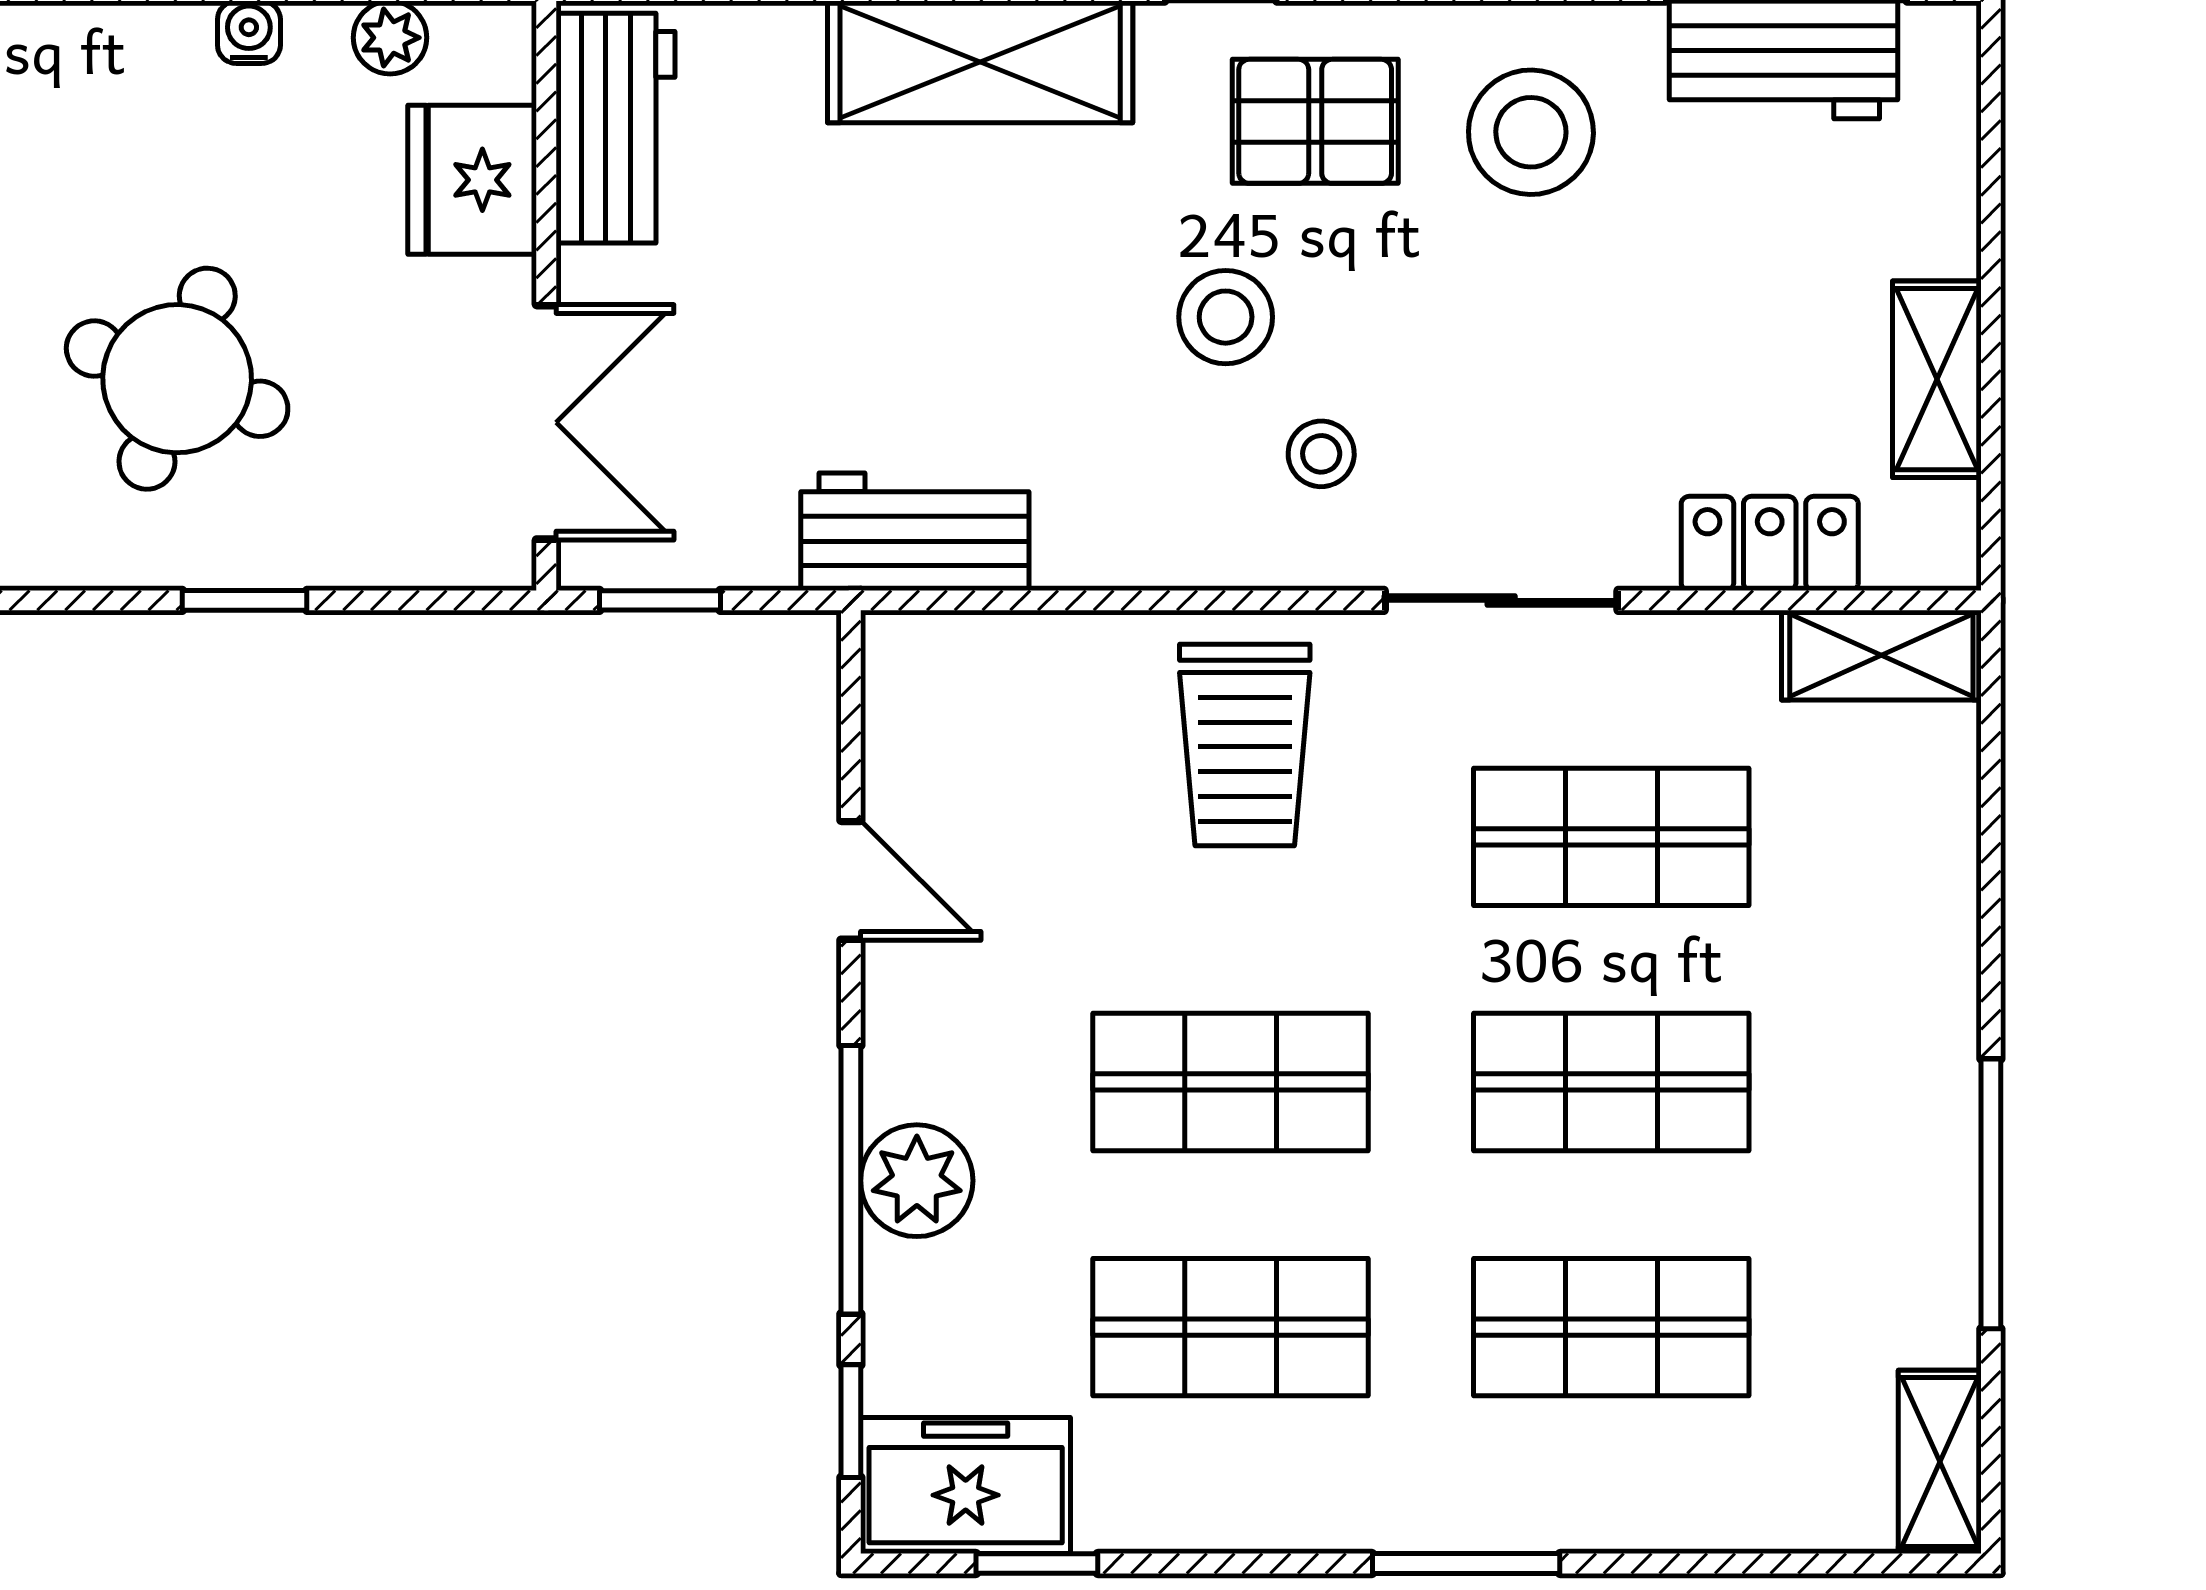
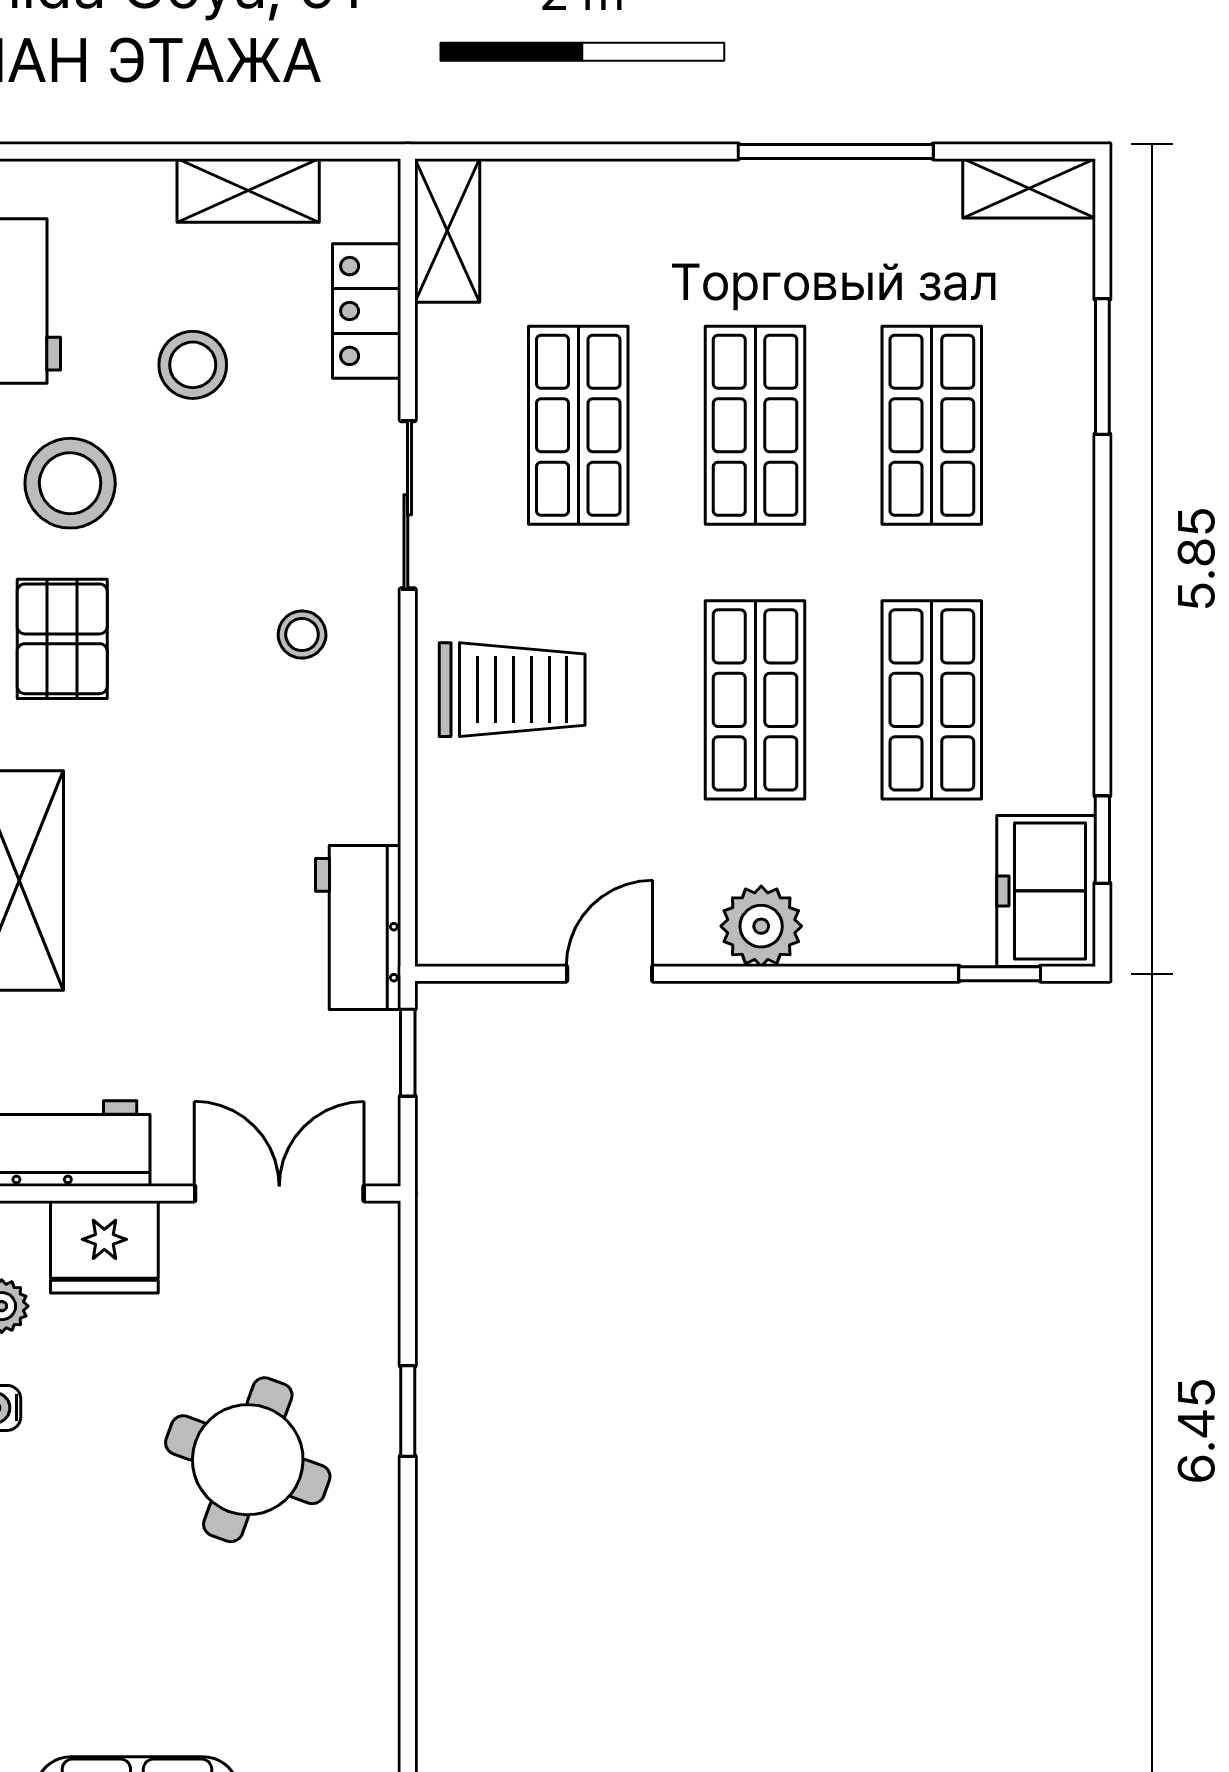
stool: (1226, 317) -> (193, 365), moved
window: (660, 600) -> (408, 1053), moved
window: (851, 1180) -> (826, 974), removed
plant: (917, 1181) -> (761, 926), moved
window: (1466, 1564) -> (1102, 367), moved

